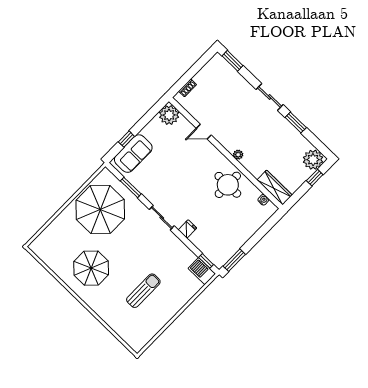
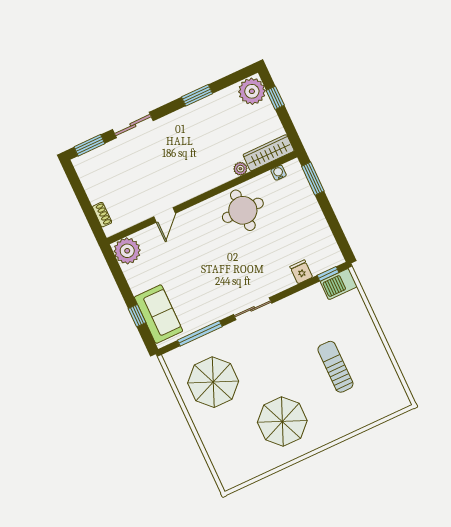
sliding door: (270, 97) -> (133, 125), moved
plant: (238, 155) -> (240, 169), moved
window: (131, 187) -> (200, 333), width x1.44
parasol: (100, 210) -> (213, 382), width x0.73, depth x0.73
fridge: (187, 229) -> (301, 272), moved
window: (234, 260) -> (313, 179), moved

